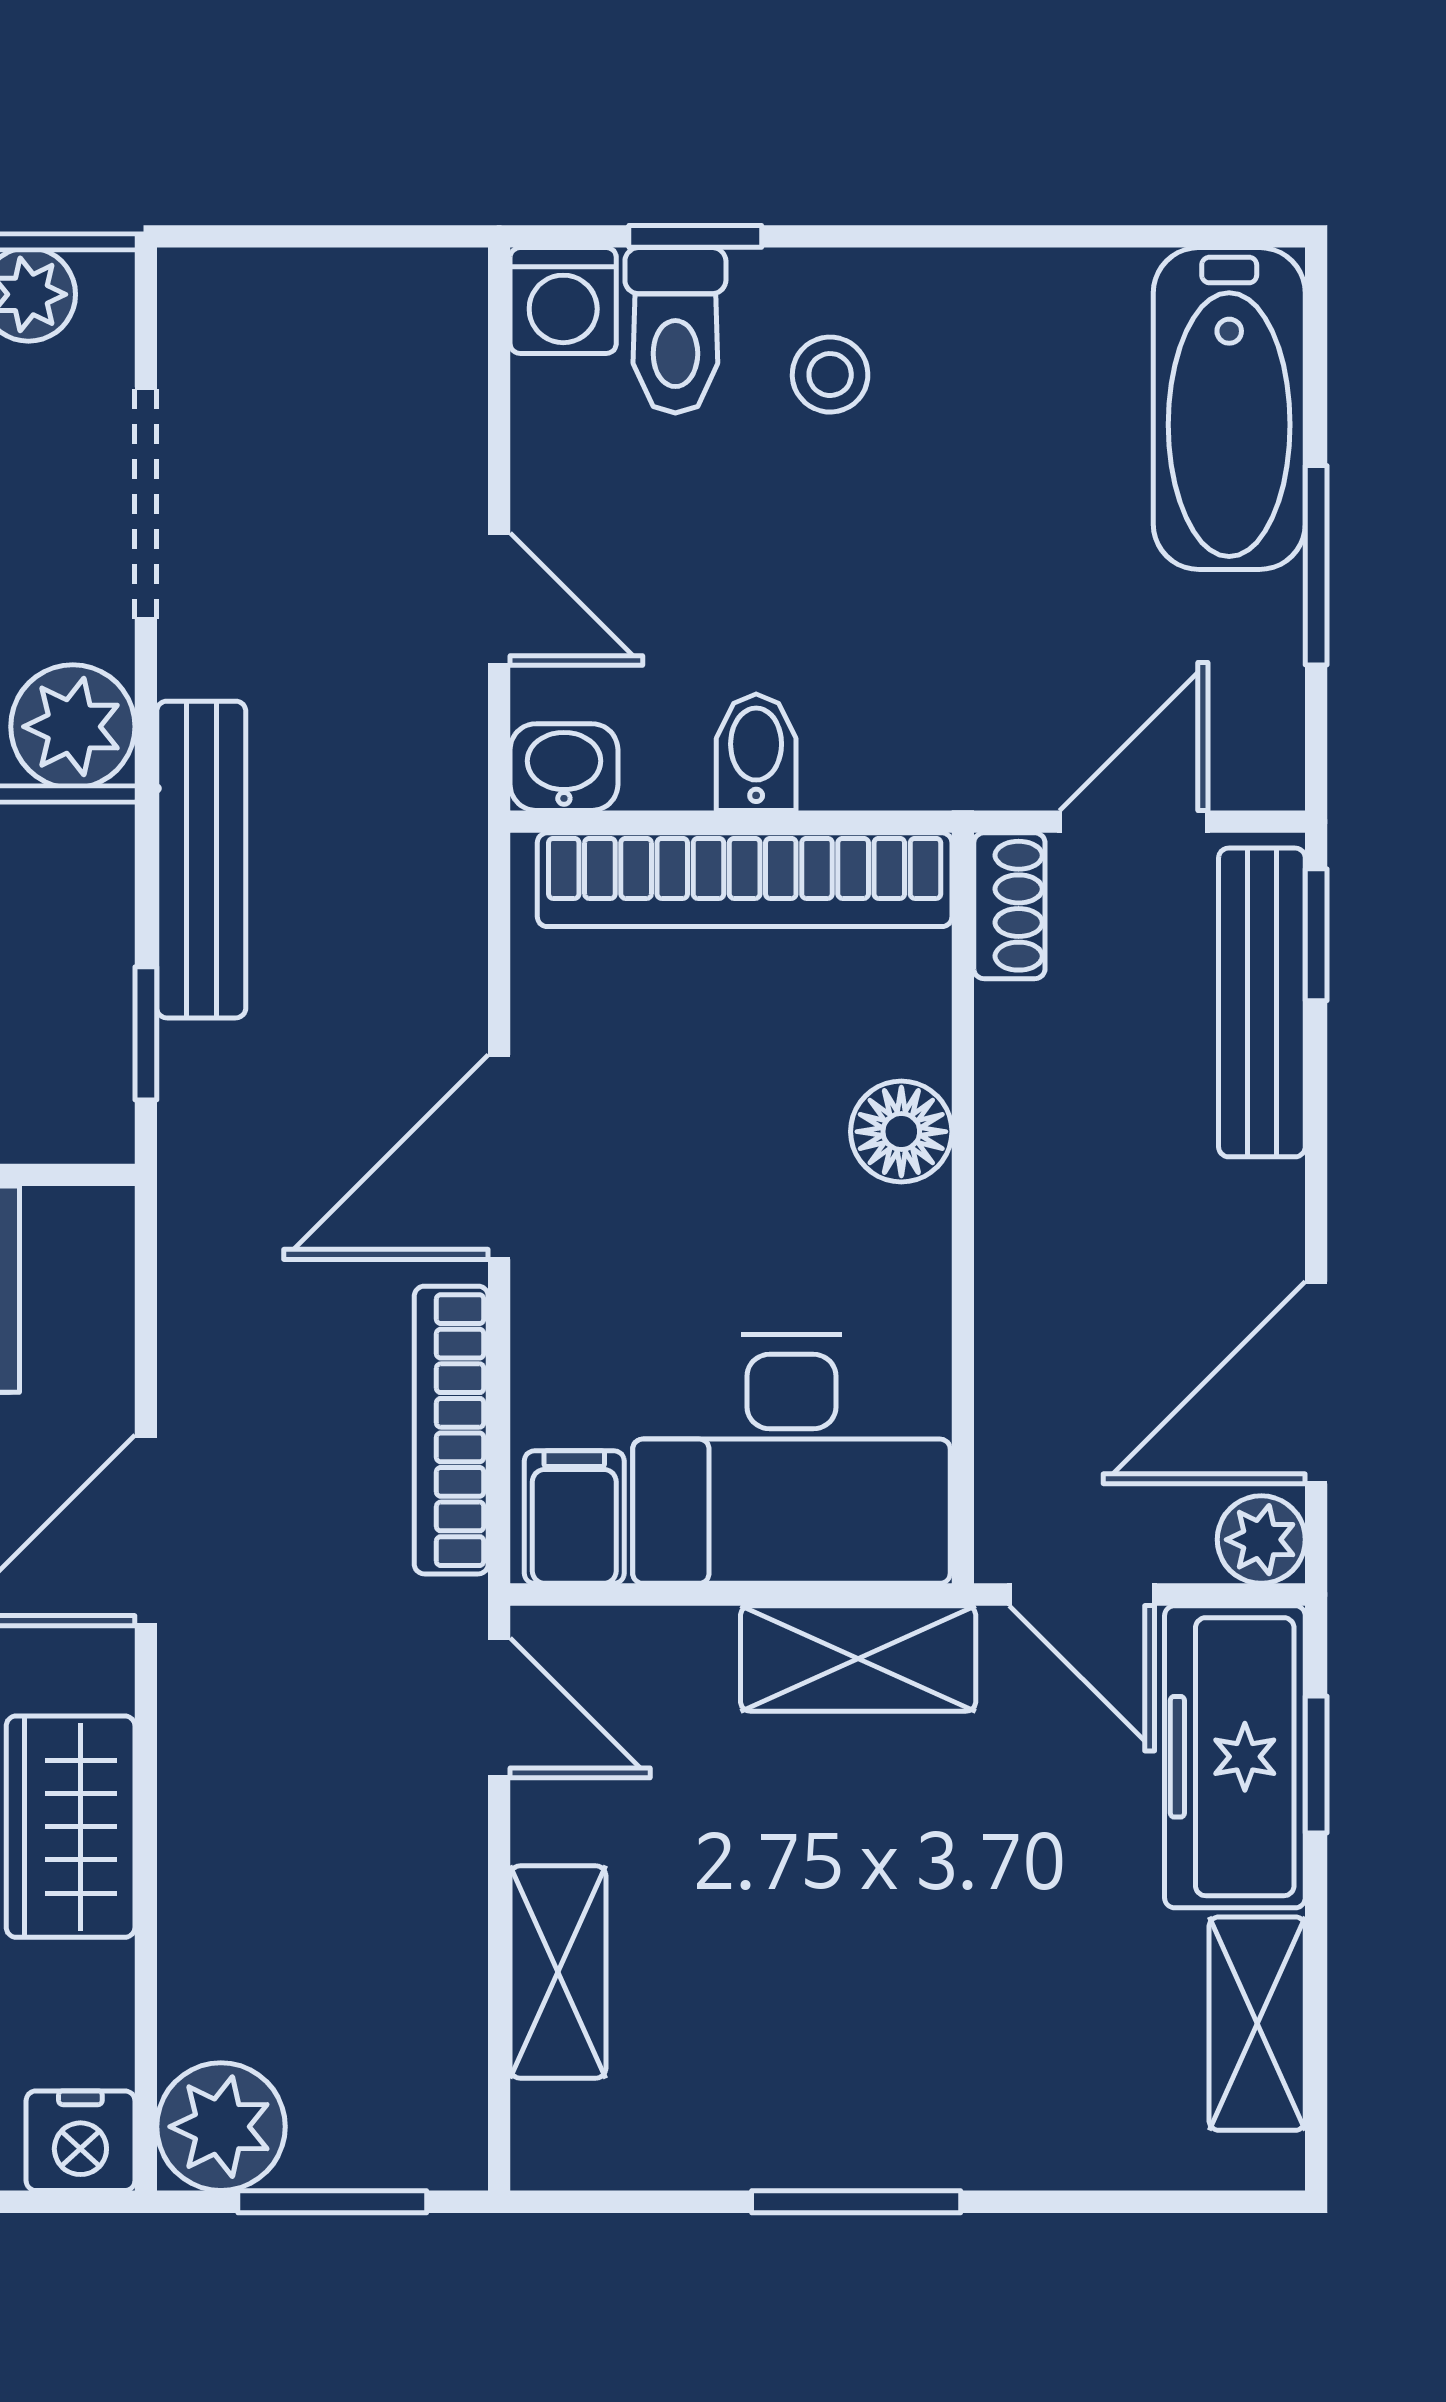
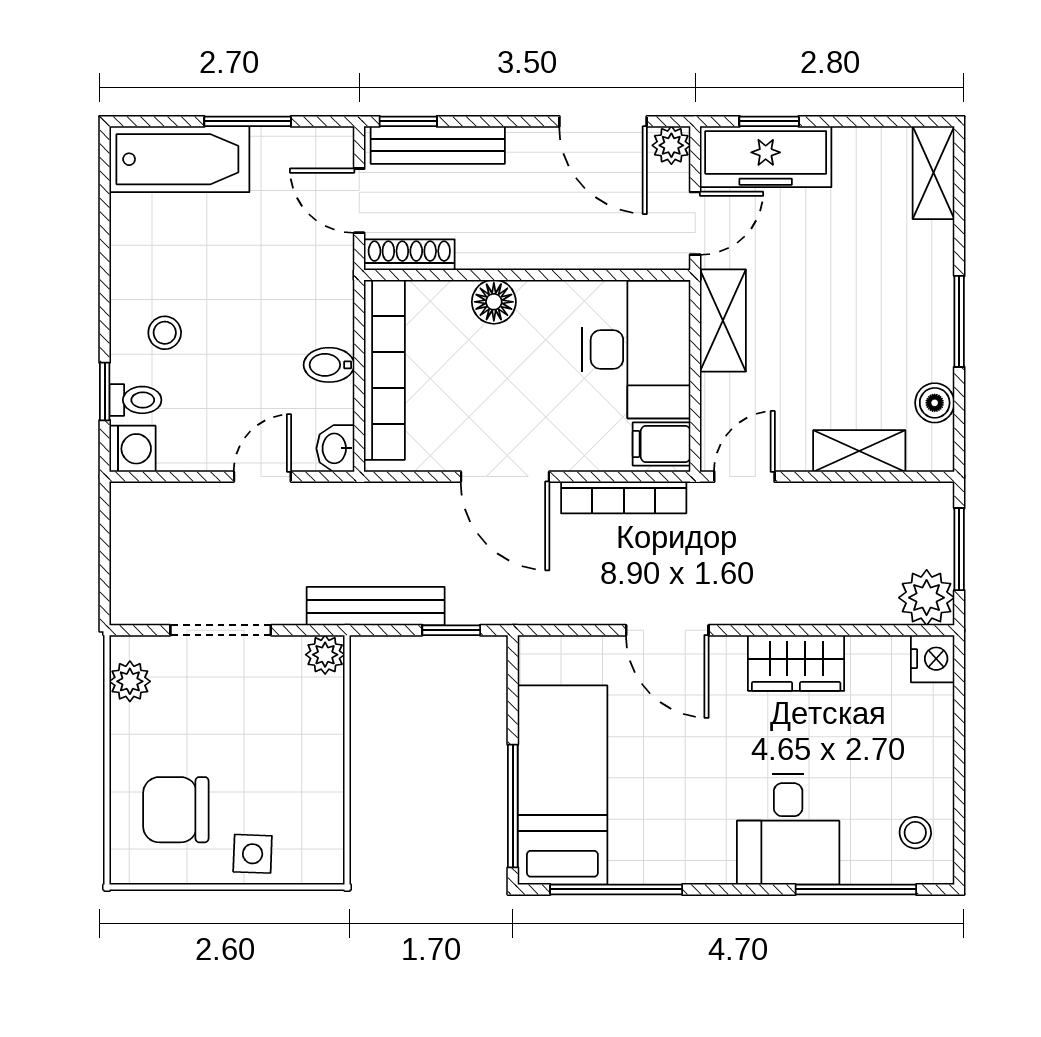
toilet: (675, 330) -> (135, 400), width x0.73, depth x0.72
plant: (73, 727) -> (325, 655), width x0.73, depth x0.73
shoe rack: (1009, 906) -> (409, 255), width x1.43
shelving: (1257, 2024) -> (933, 173), moved, turned 90
boiler: (669, 2145) -> (935, 403), added

